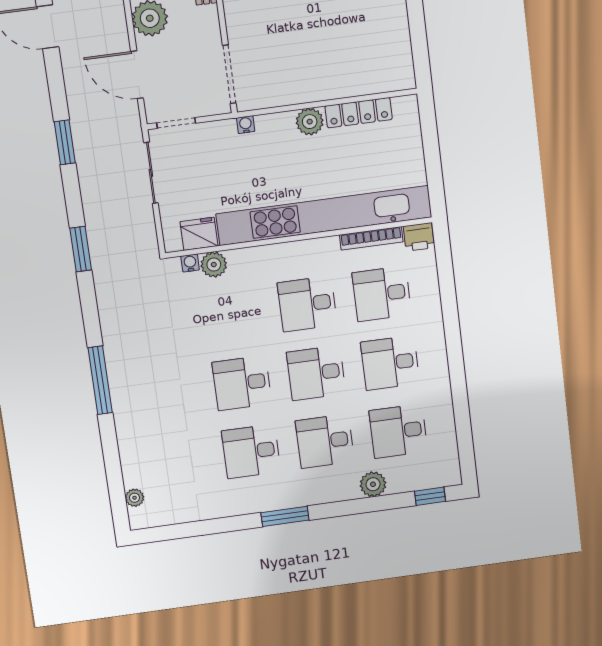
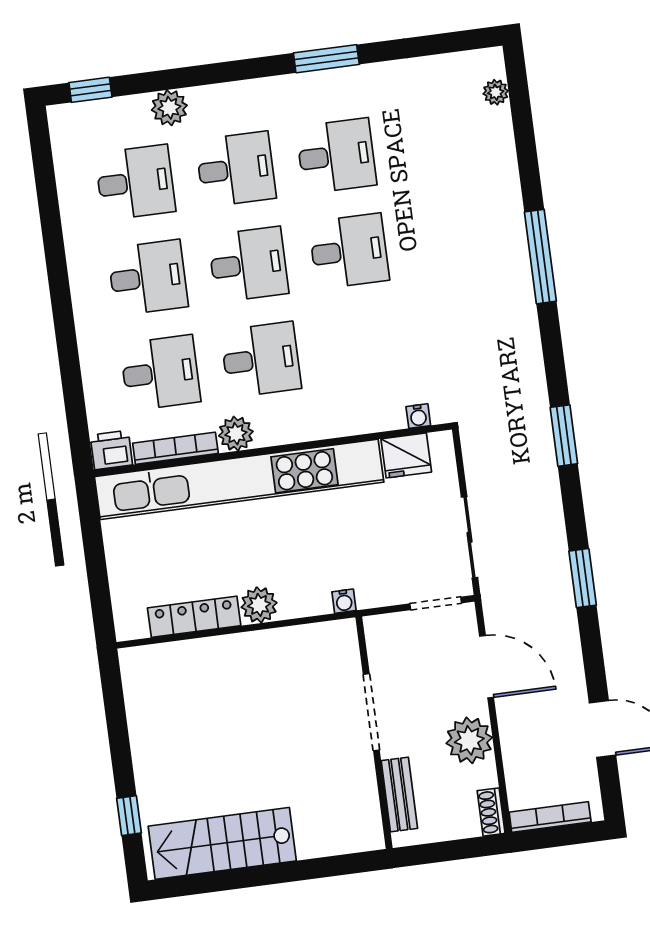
doorway: (229, 74) -> (371, 712), moved
plant: (214, 265) -> (236, 434), moved
window: (285, 516) -> (326, 59), moved

